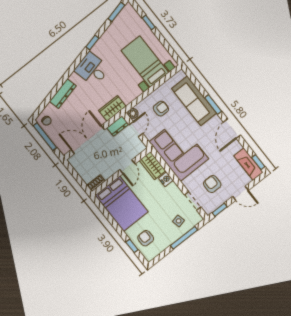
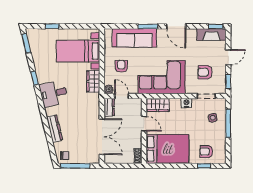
wardrobe: (112, 108) -> (93, 81), moved
double door: (88, 140) -> (102, 137), swing flipped
nightstand: (166, 179) -> (186, 103), moved

